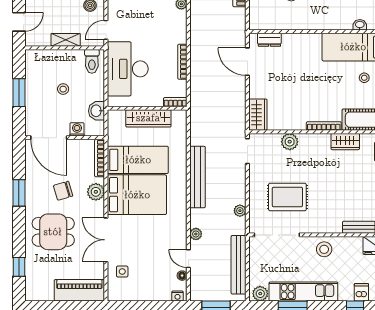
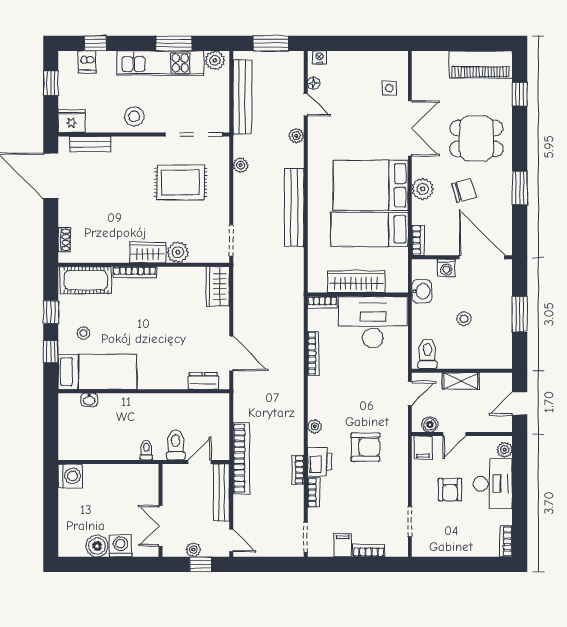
desk: (128, 69) -> (373, 322), moved, turned -90
wardrobe: (345, 142) -> (148, 252), moved
bookcase: (100, 158) -> (418, 240), width x0.64
piano: (79, 290) -> (481, 65), moved

